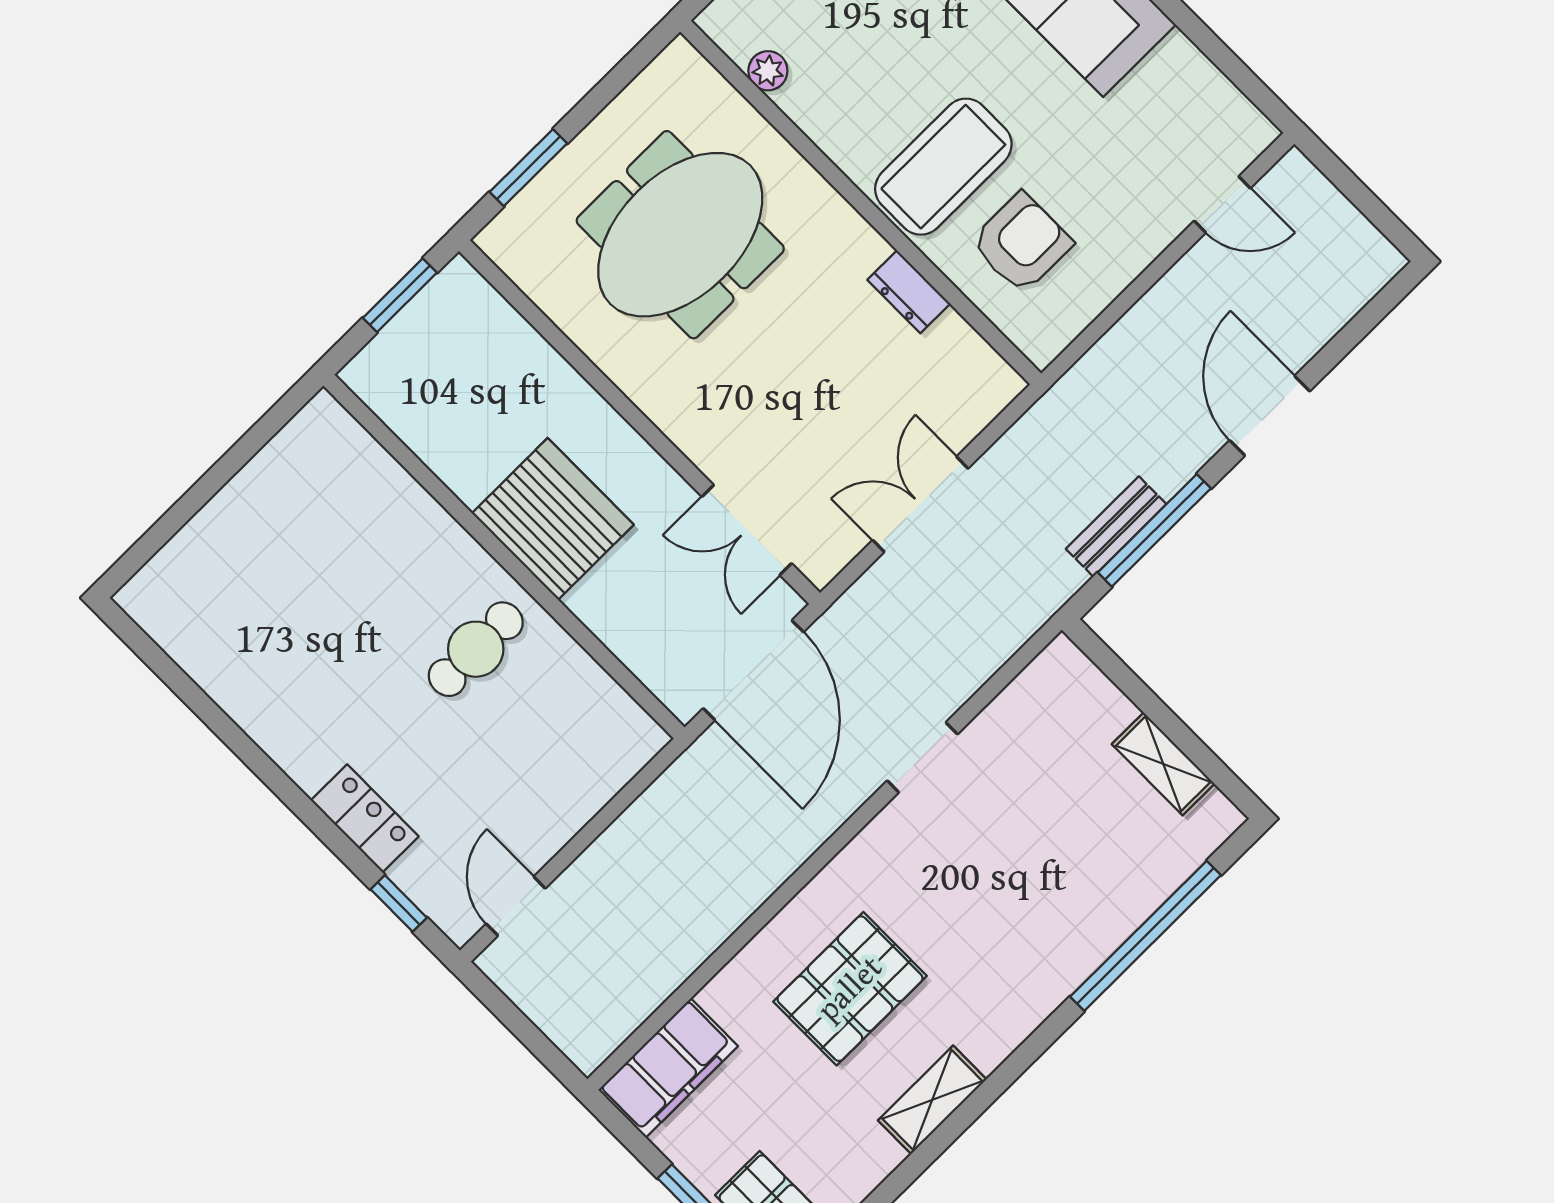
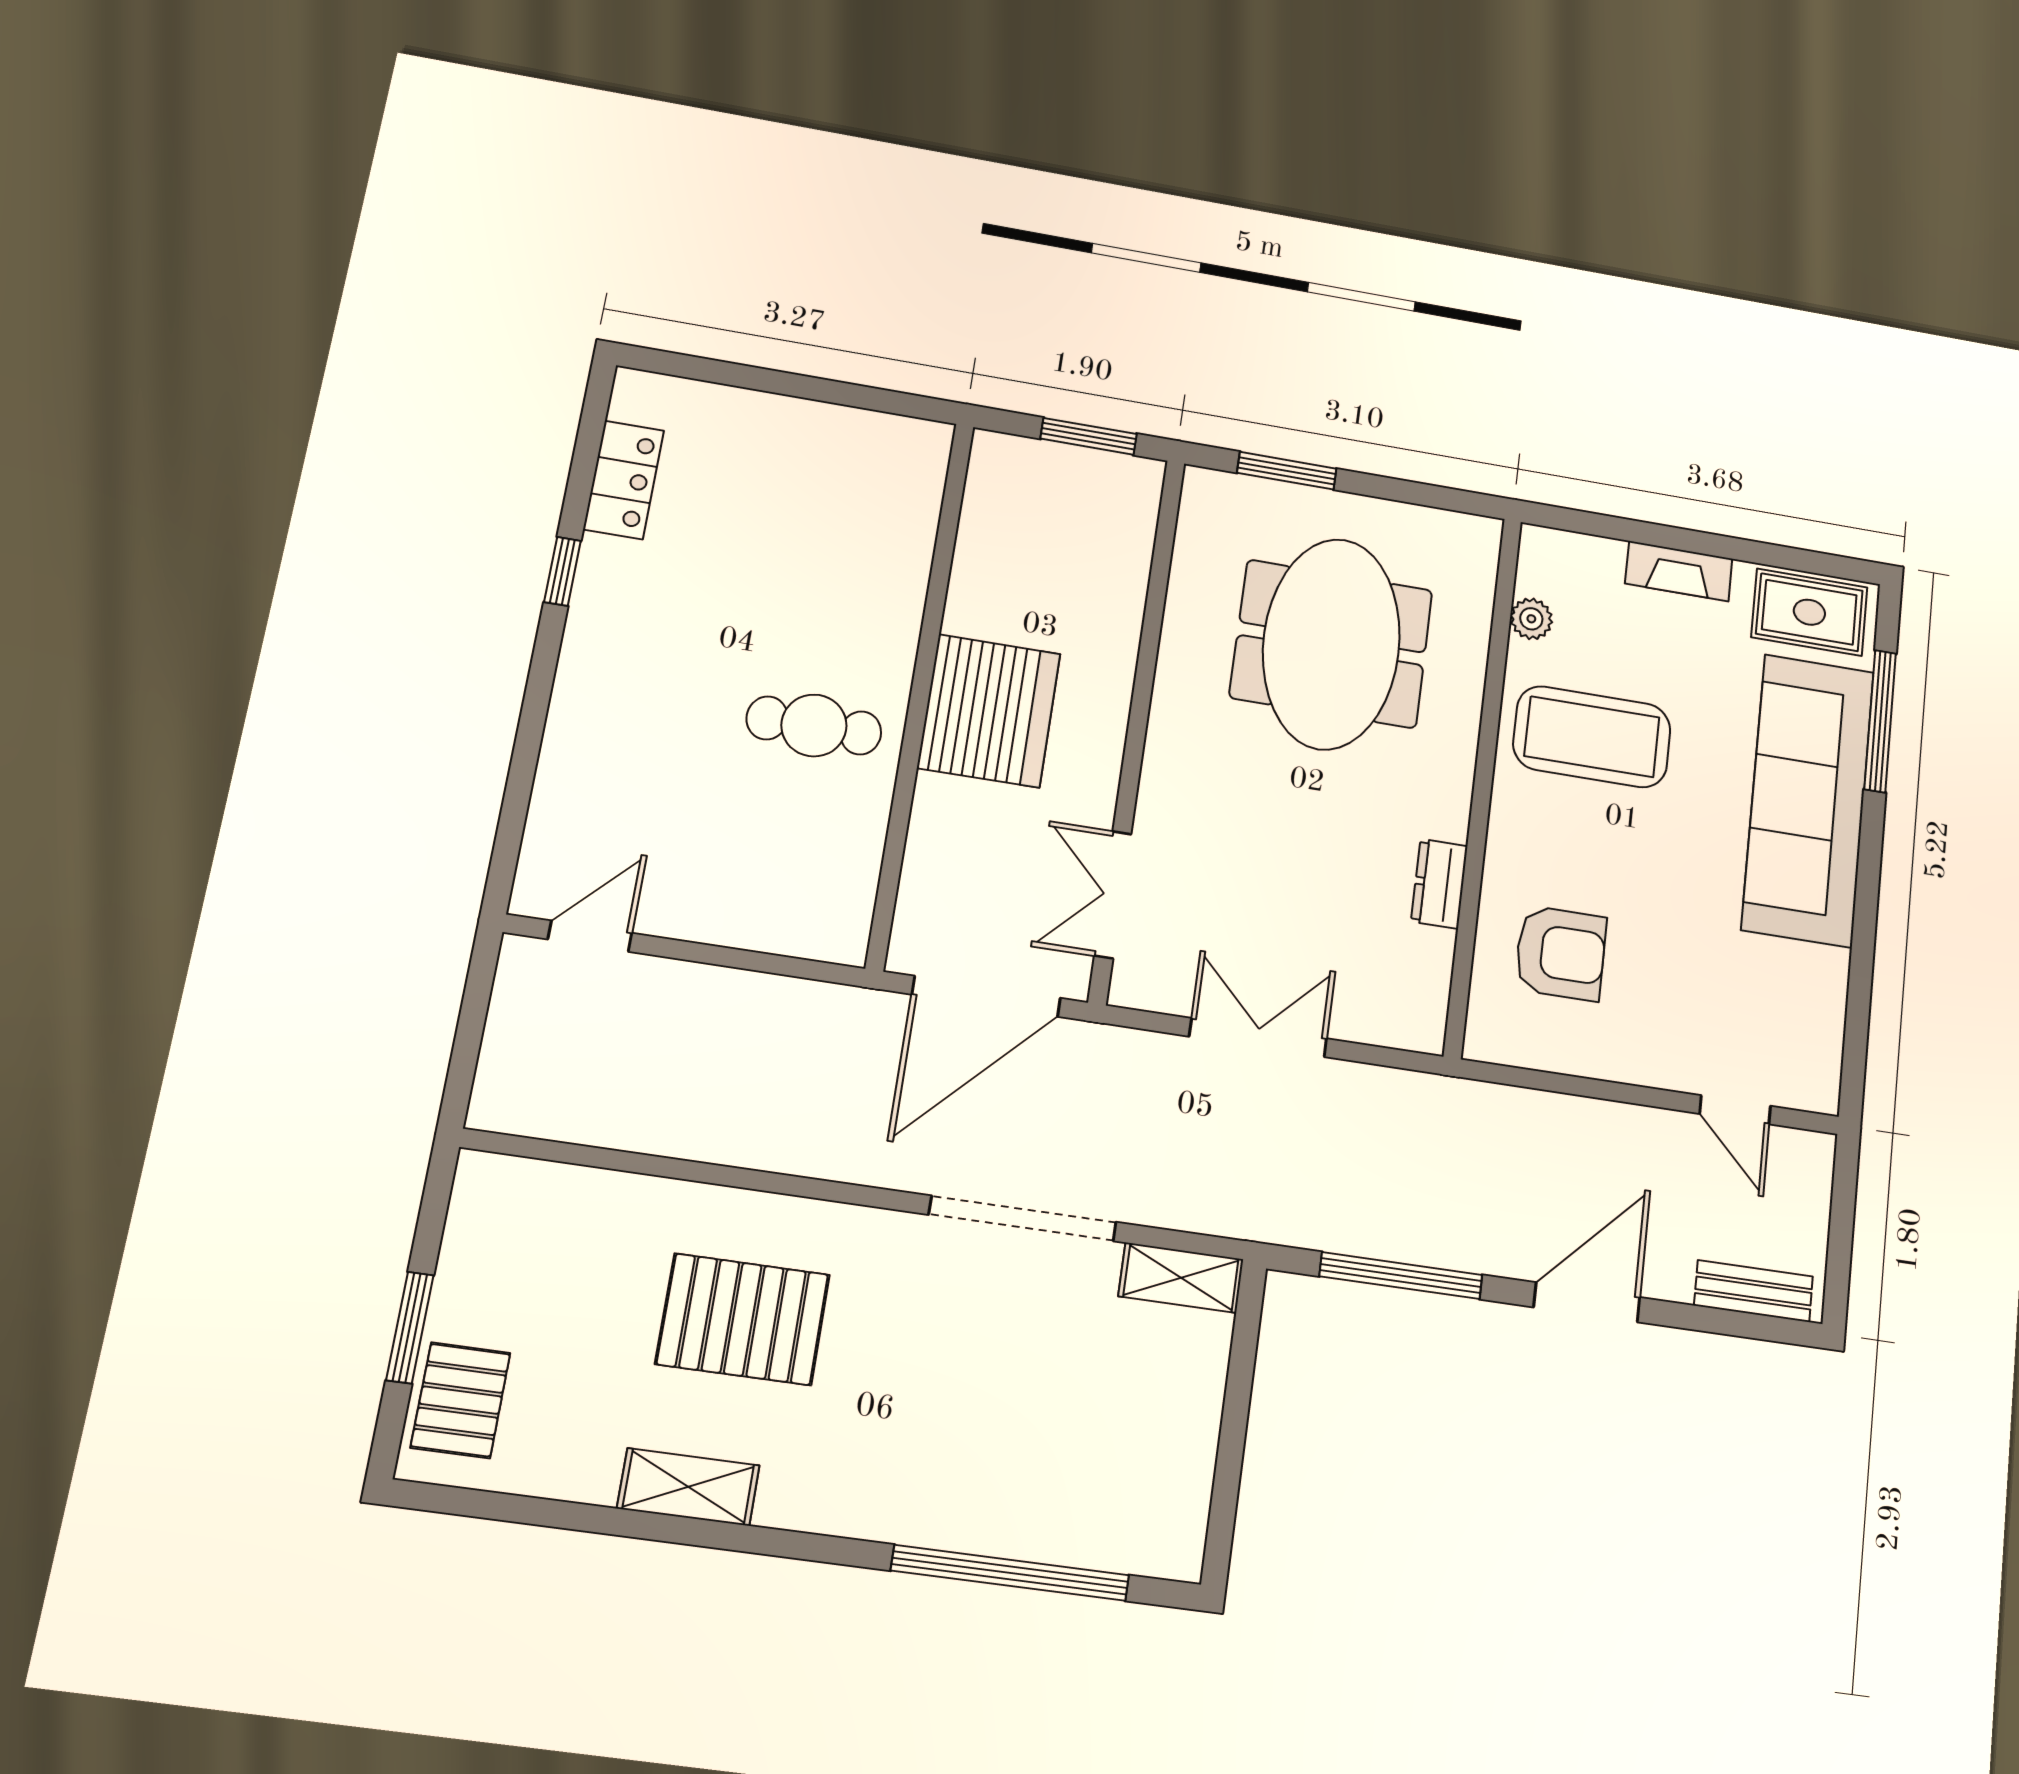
coffee table: (943, 167) -> (1592, 737), moved
meeting table: (680, 235) -> (1331, 644), turned 90
bench: (1116, 527) -> (1754, 1291), moved
doorway: (922, 757) -> (1023, 1218), width x1.88
shelving: (1163, 764) -> (1181, 1278), moved, turned 90
locker: (365, 818) -> (624, 480), moved
window: (399, 903) -> (562, 571), moved
filing cabinet: (668, 1068) -> (532, 1199), removed

